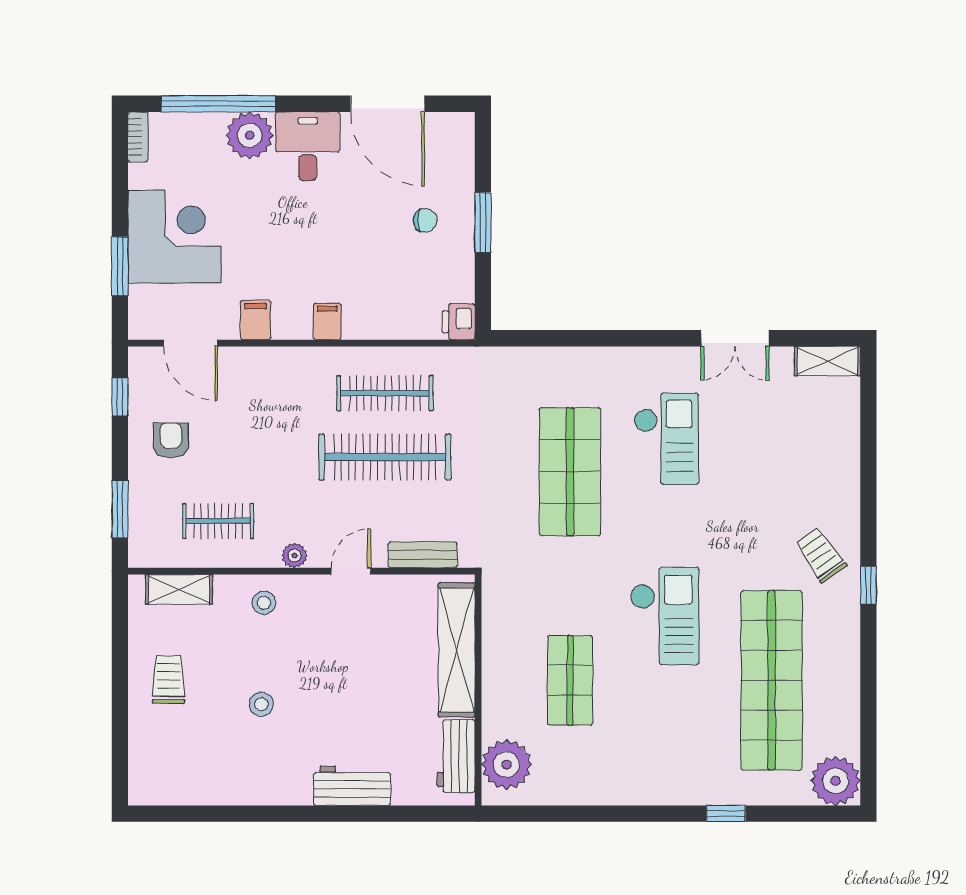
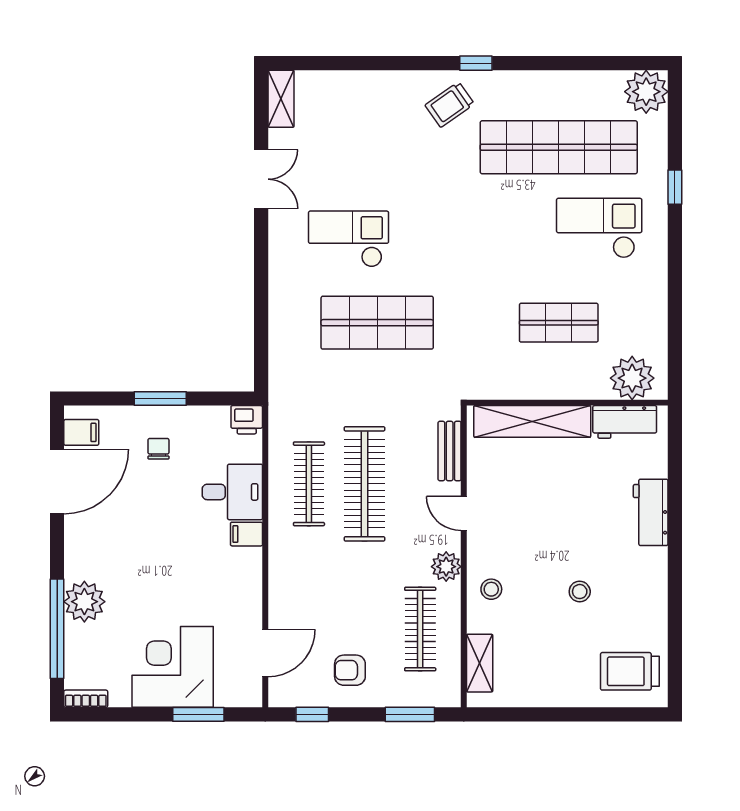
desk: (308, 146) -> (232, 492), moved, turned 180
filing cabinet: (256, 320) -> (81, 432), moved, turned 180
clothes rail: (218, 521) -> (420, 629), width x1.36
plant: (295, 556) -> (446, 567), width x1.38, depth x1.38
checkout: (665, 616) -> (599, 228), moved
trolley: (169, 679) -> (630, 671), moved, width x1.36, depth x1.39

